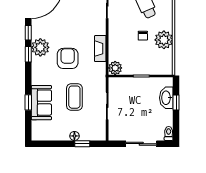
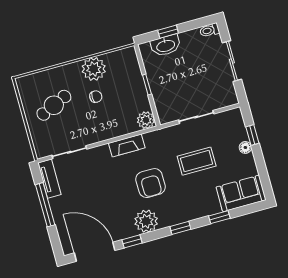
window: (28, 54) -> (180, 228), moved
armchair: (68, 58) -> (151, 183), turned -90
sofa: (41, 103) -> (241, 193), moved

